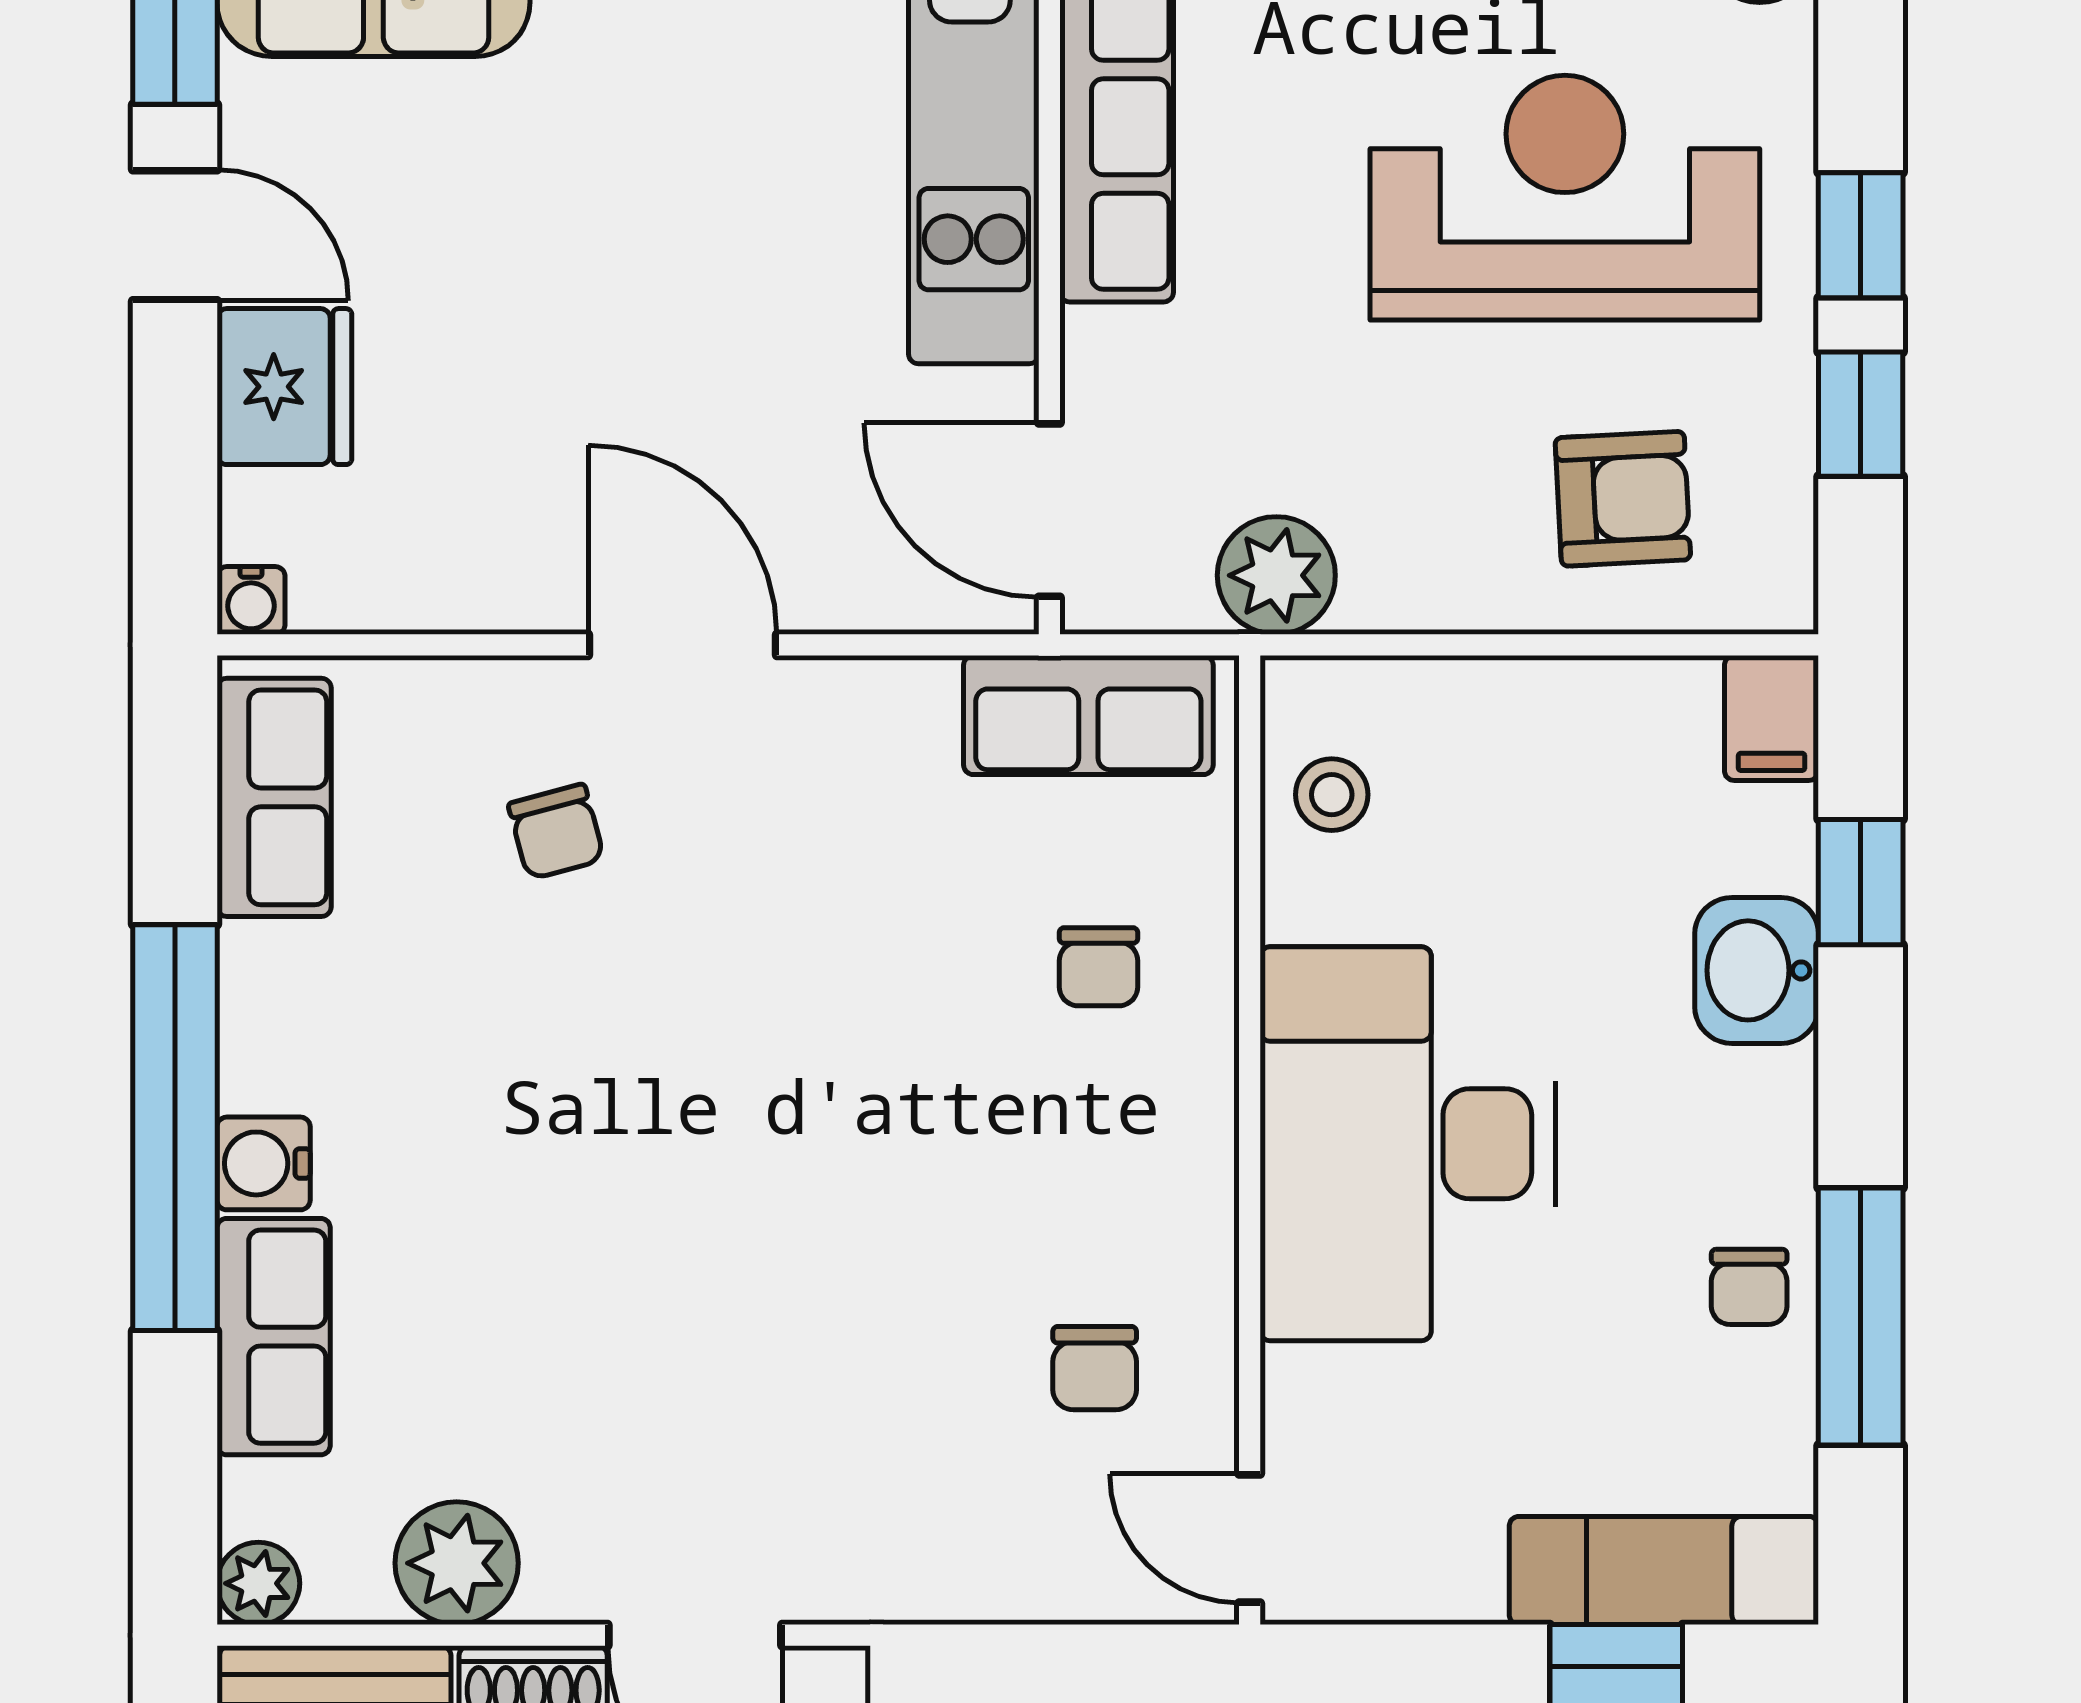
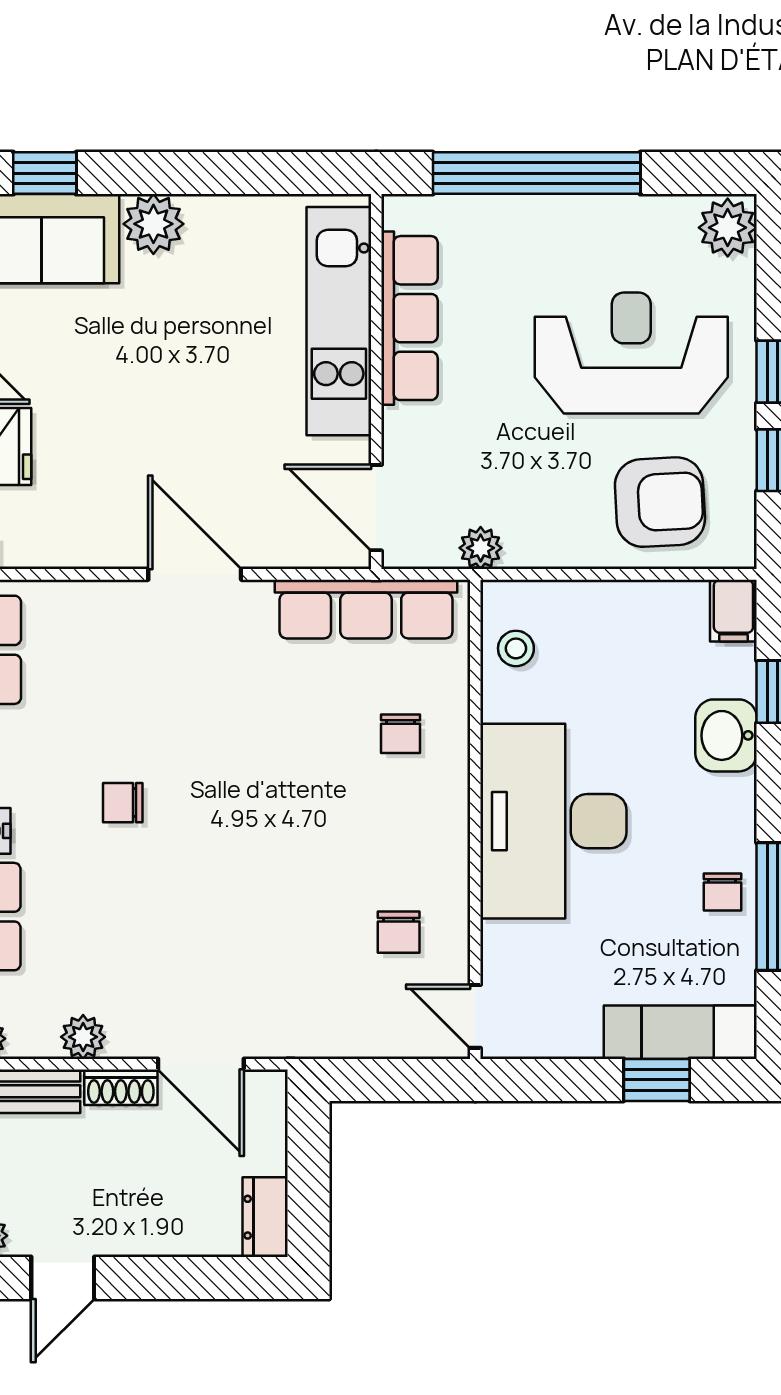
armchair: (1623, 499) -> (660, 502), width x1.38, depth x1.38
plant: (1276, 575) -> (481, 548), width x0.73, depth x0.73
row of seats: (1088, 715) -> (366, 609), width x1.48
chair: (556, 832) -> (123, 803), moved, turned 105
plant: (457, 1563) -> (83, 1037), width x0.73, depth x0.73

